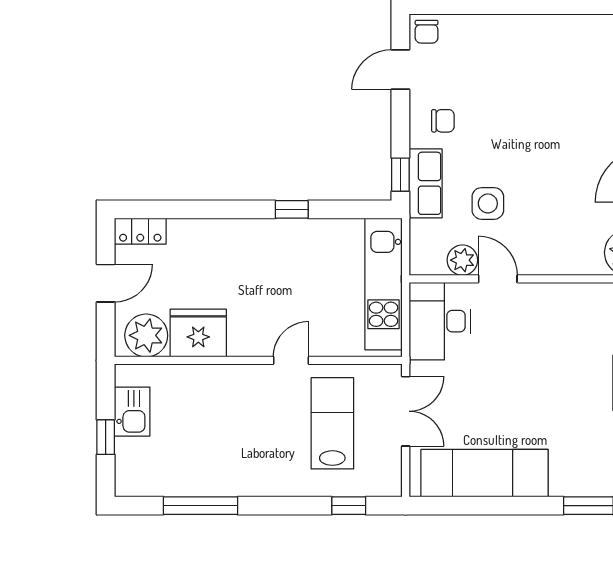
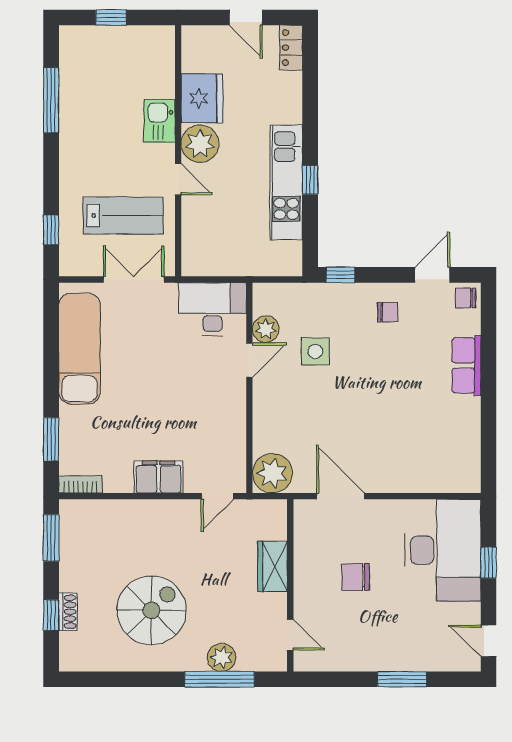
door: (400, 70) -> (432, 275), hinge flipped
chair: (443, 121) -> (388, 312), turned -90
row of seats: (426, 183) -> (466, 365), moved, turned 90
kitchen unit: (384, 284) -> (286, 182), moved, turned -90
plant: (146, 335) -> (200, 144), moved
double door: (406, 411) -> (134, 279), swing flipped
kitchen sink: (132, 412) -> (159, 121), moved, turned 90

